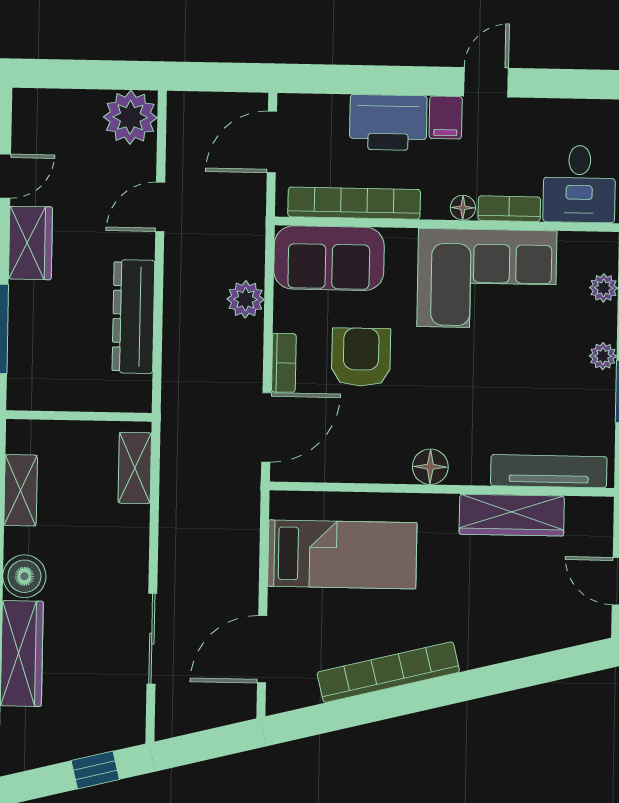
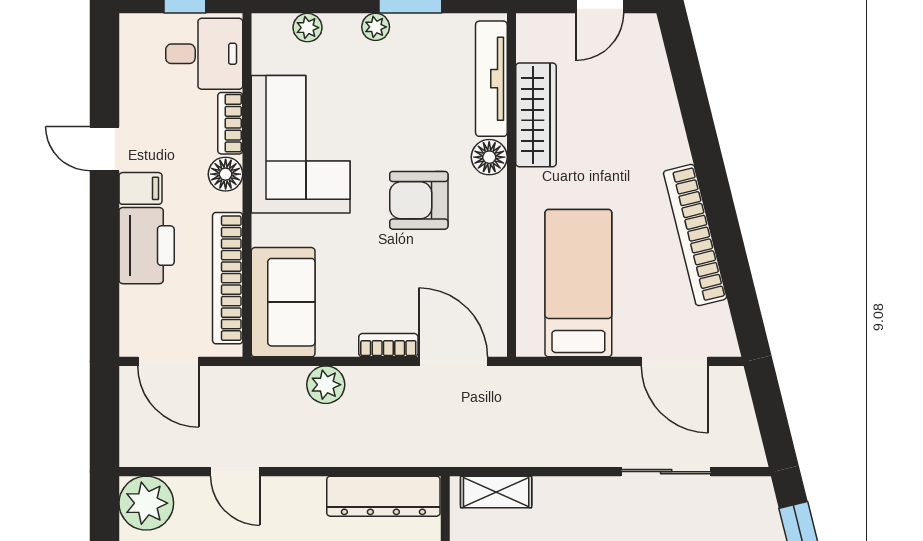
floor lamp: (463, 208) -> (226, 174), width x1.37, depth x1.37
dresser: (133, 317) -> (383, 496), moved
armchair: (361, 357) -> (419, 200), moved
floor lamp: (430, 467) -> (489, 157), moved

